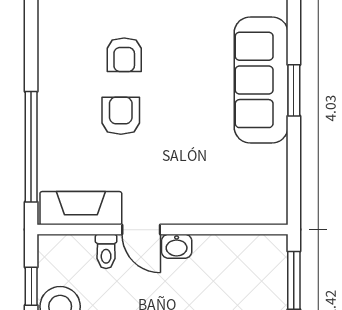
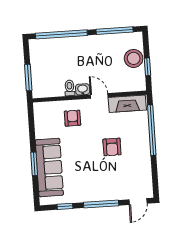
armchair: (124, 55) -> (73, 118), moved
toilet: (106, 251) -> (70, 88), moved

